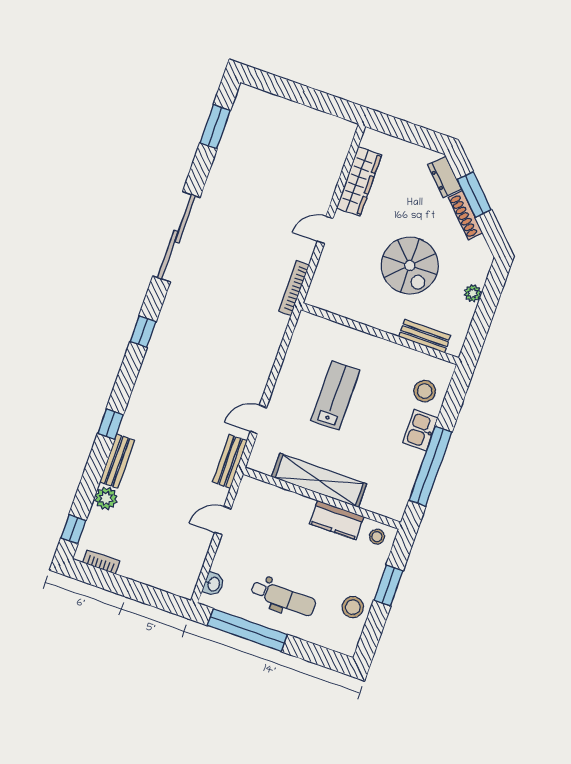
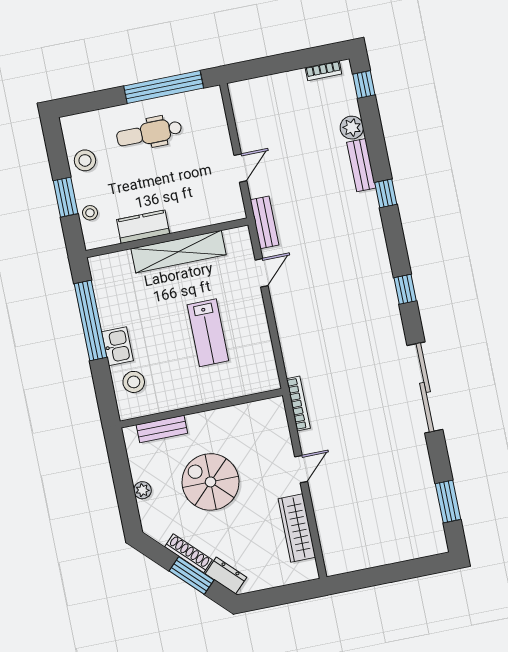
stool: (377, 537) -> (90, 213), moved
washbasin: (213, 584) -> (216, 109), removed

